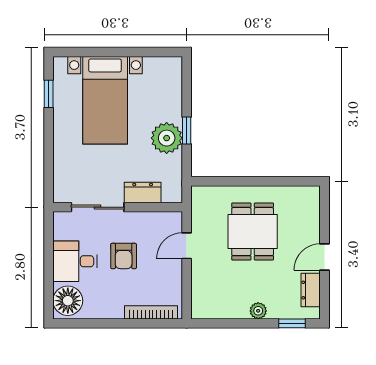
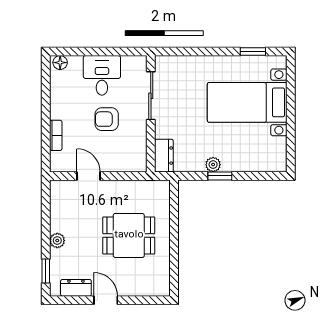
plant: (167, 138) -> (213, 165), width x0.53, depth x0.53
dresser: (143, 192) -> (164, 156), moved
door: (187, 246) -> (89, 176), moved
floor lamp: (68, 301) -> (60, 63), width x0.53, depth x0.53
bookcase: (151, 312) -> (56, 135), width x0.64

